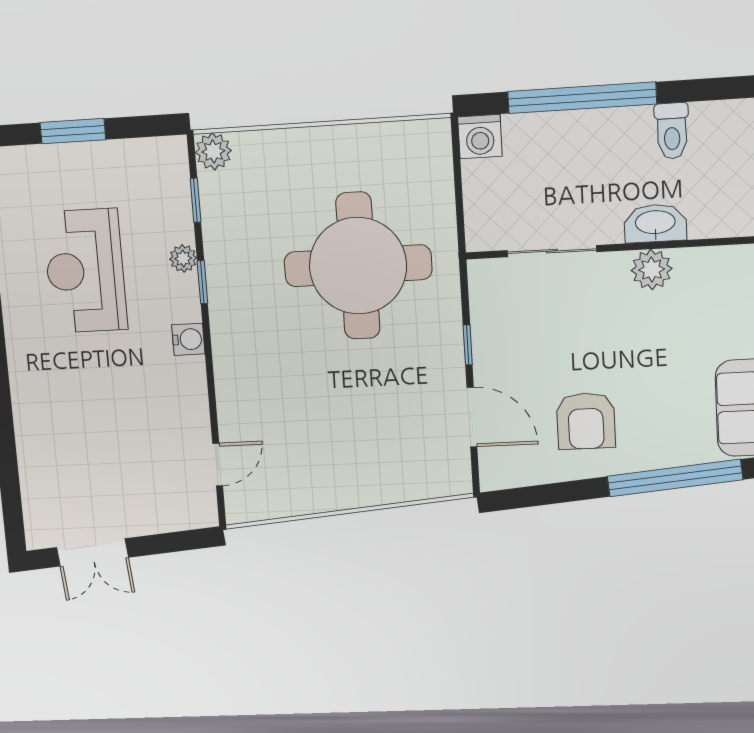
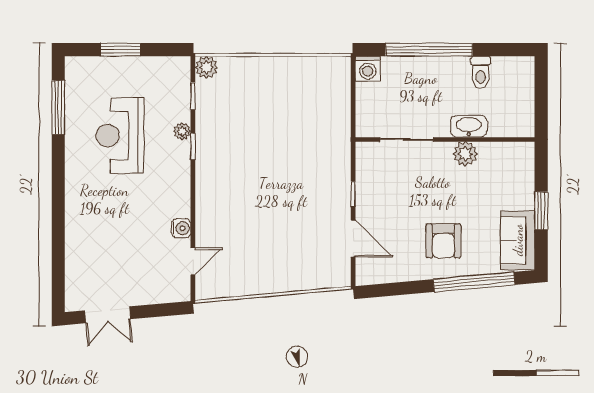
round table: (358, 266) -> (289, 142), removed
water cooler: (188, 339) -> (181, 228), moved
armchair: (586, 421) -> (443, 241), moved

